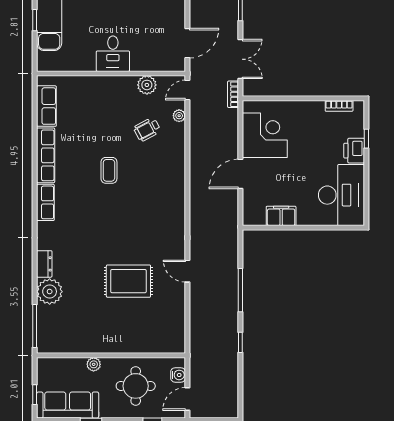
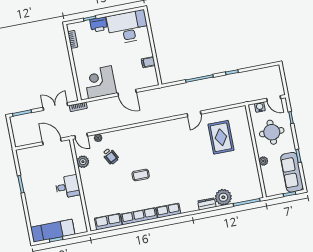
filing cabinet: (281, 216) -> (148, 62), width x0.50
rug: (128, 281) -> (221, 137), moved

